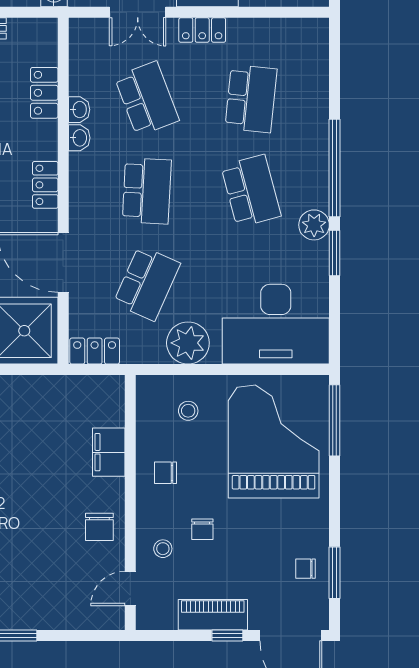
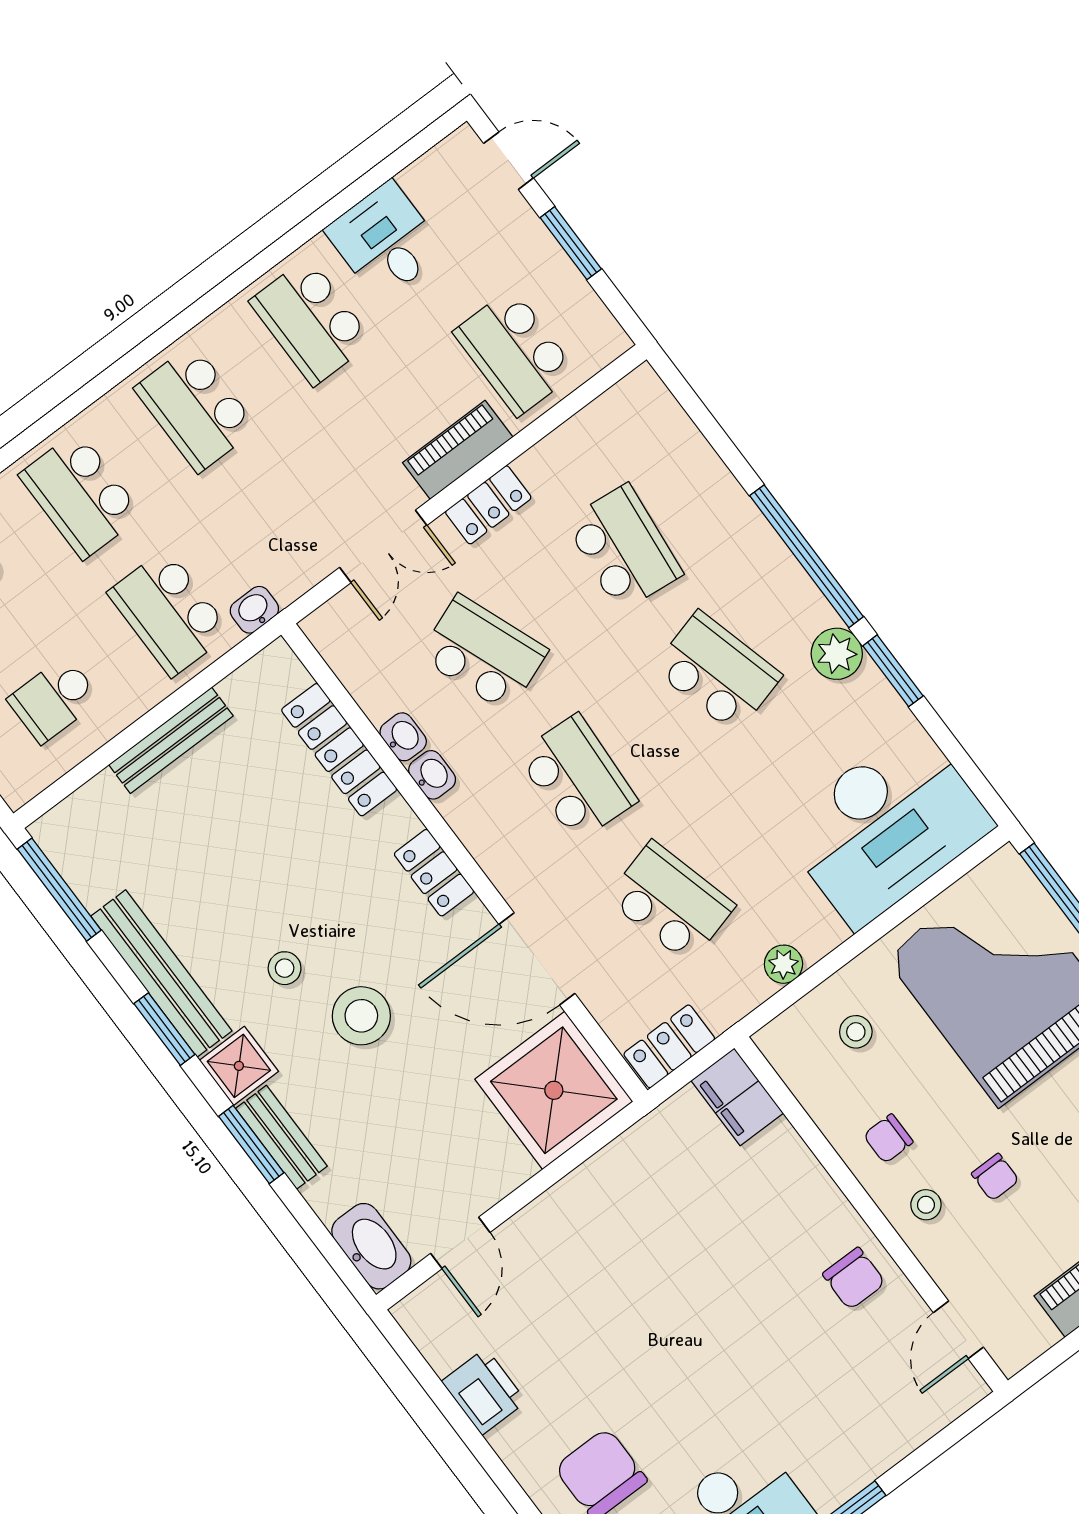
locker: (44, 93) -> (339, 750), width x1.53
school desk: (147, 283) -> (671, 902), turned -39
plant: (188, 343) -> (783, 964), width x0.53, depth x0.53
filing cabinet: (109, 452) -> (737, 1097), moved
stool: (163, 549) -> (926, 1205), moved

